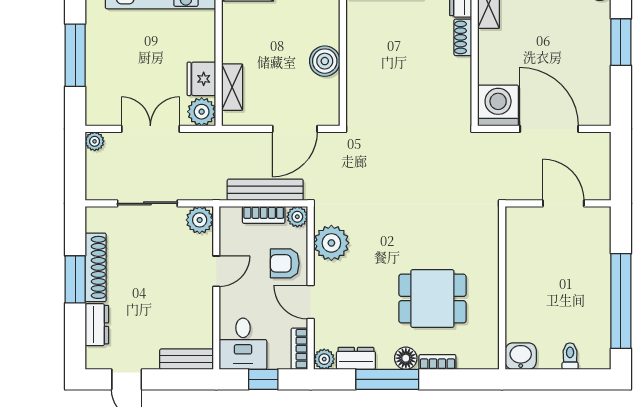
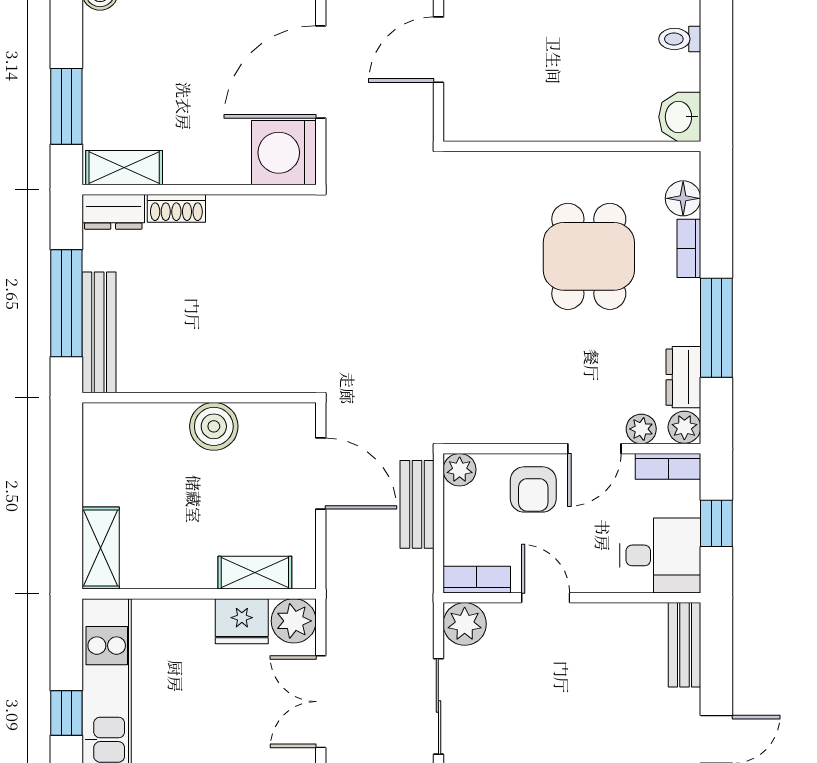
bench: (265, 190) -> (417, 504), width x0.73
bookcase: (264, 215) -> (477, 580), moved, turned -90
plant: (331, 243) -> (641, 429), moved, width x0.53, depth x0.53
floor lamp: (406, 358) -> (683, 198), moved

